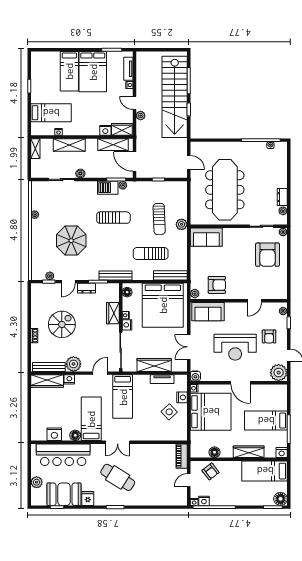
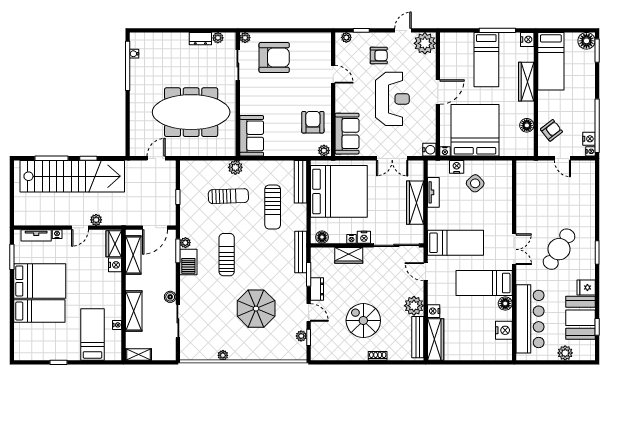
piano: (182, 456) -> (532, 167), removed

